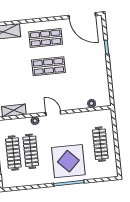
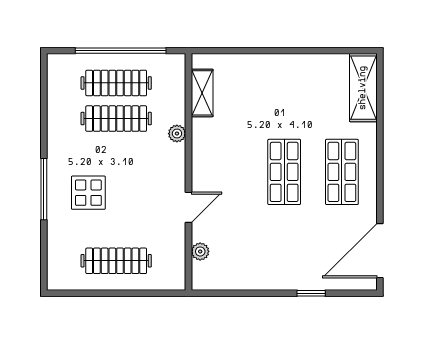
door: (53, 113) -> (188, 207), moved
display table: (68, 161) -> (88, 193), width x0.54, depth x0.54

